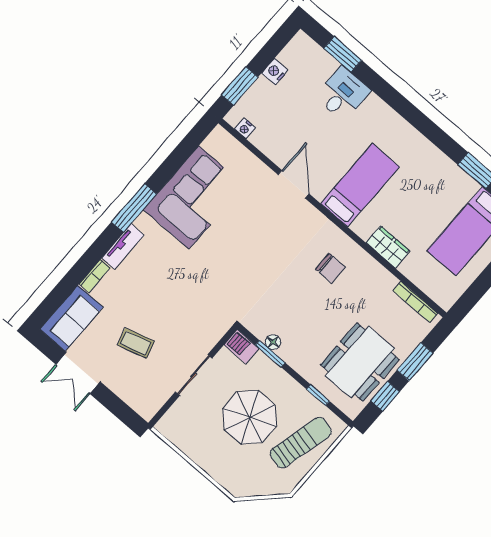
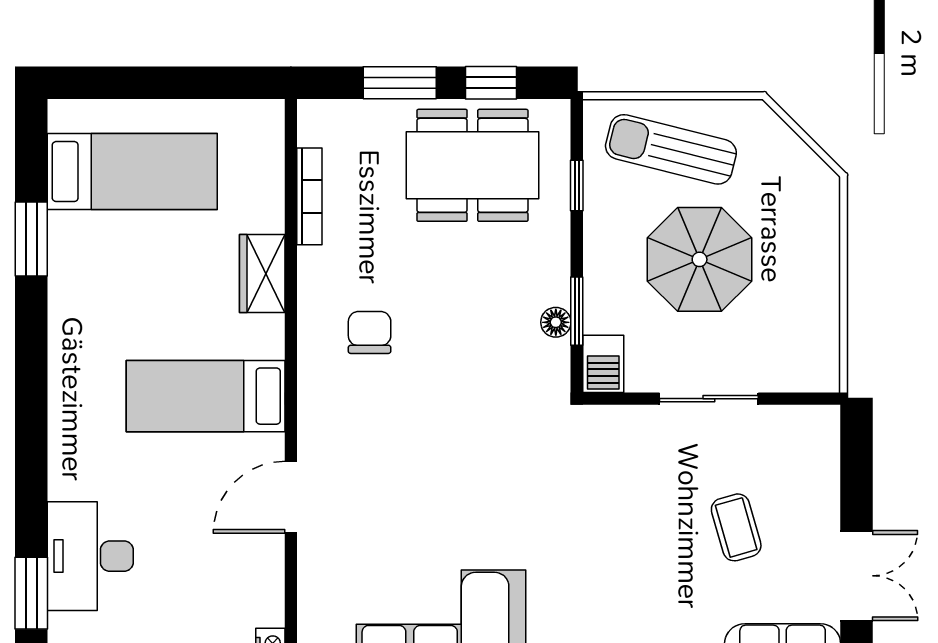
desk: (343, 94) -> (90, 556), width x1.37
bookcase: (415, 302) -> (309, 196), moved

